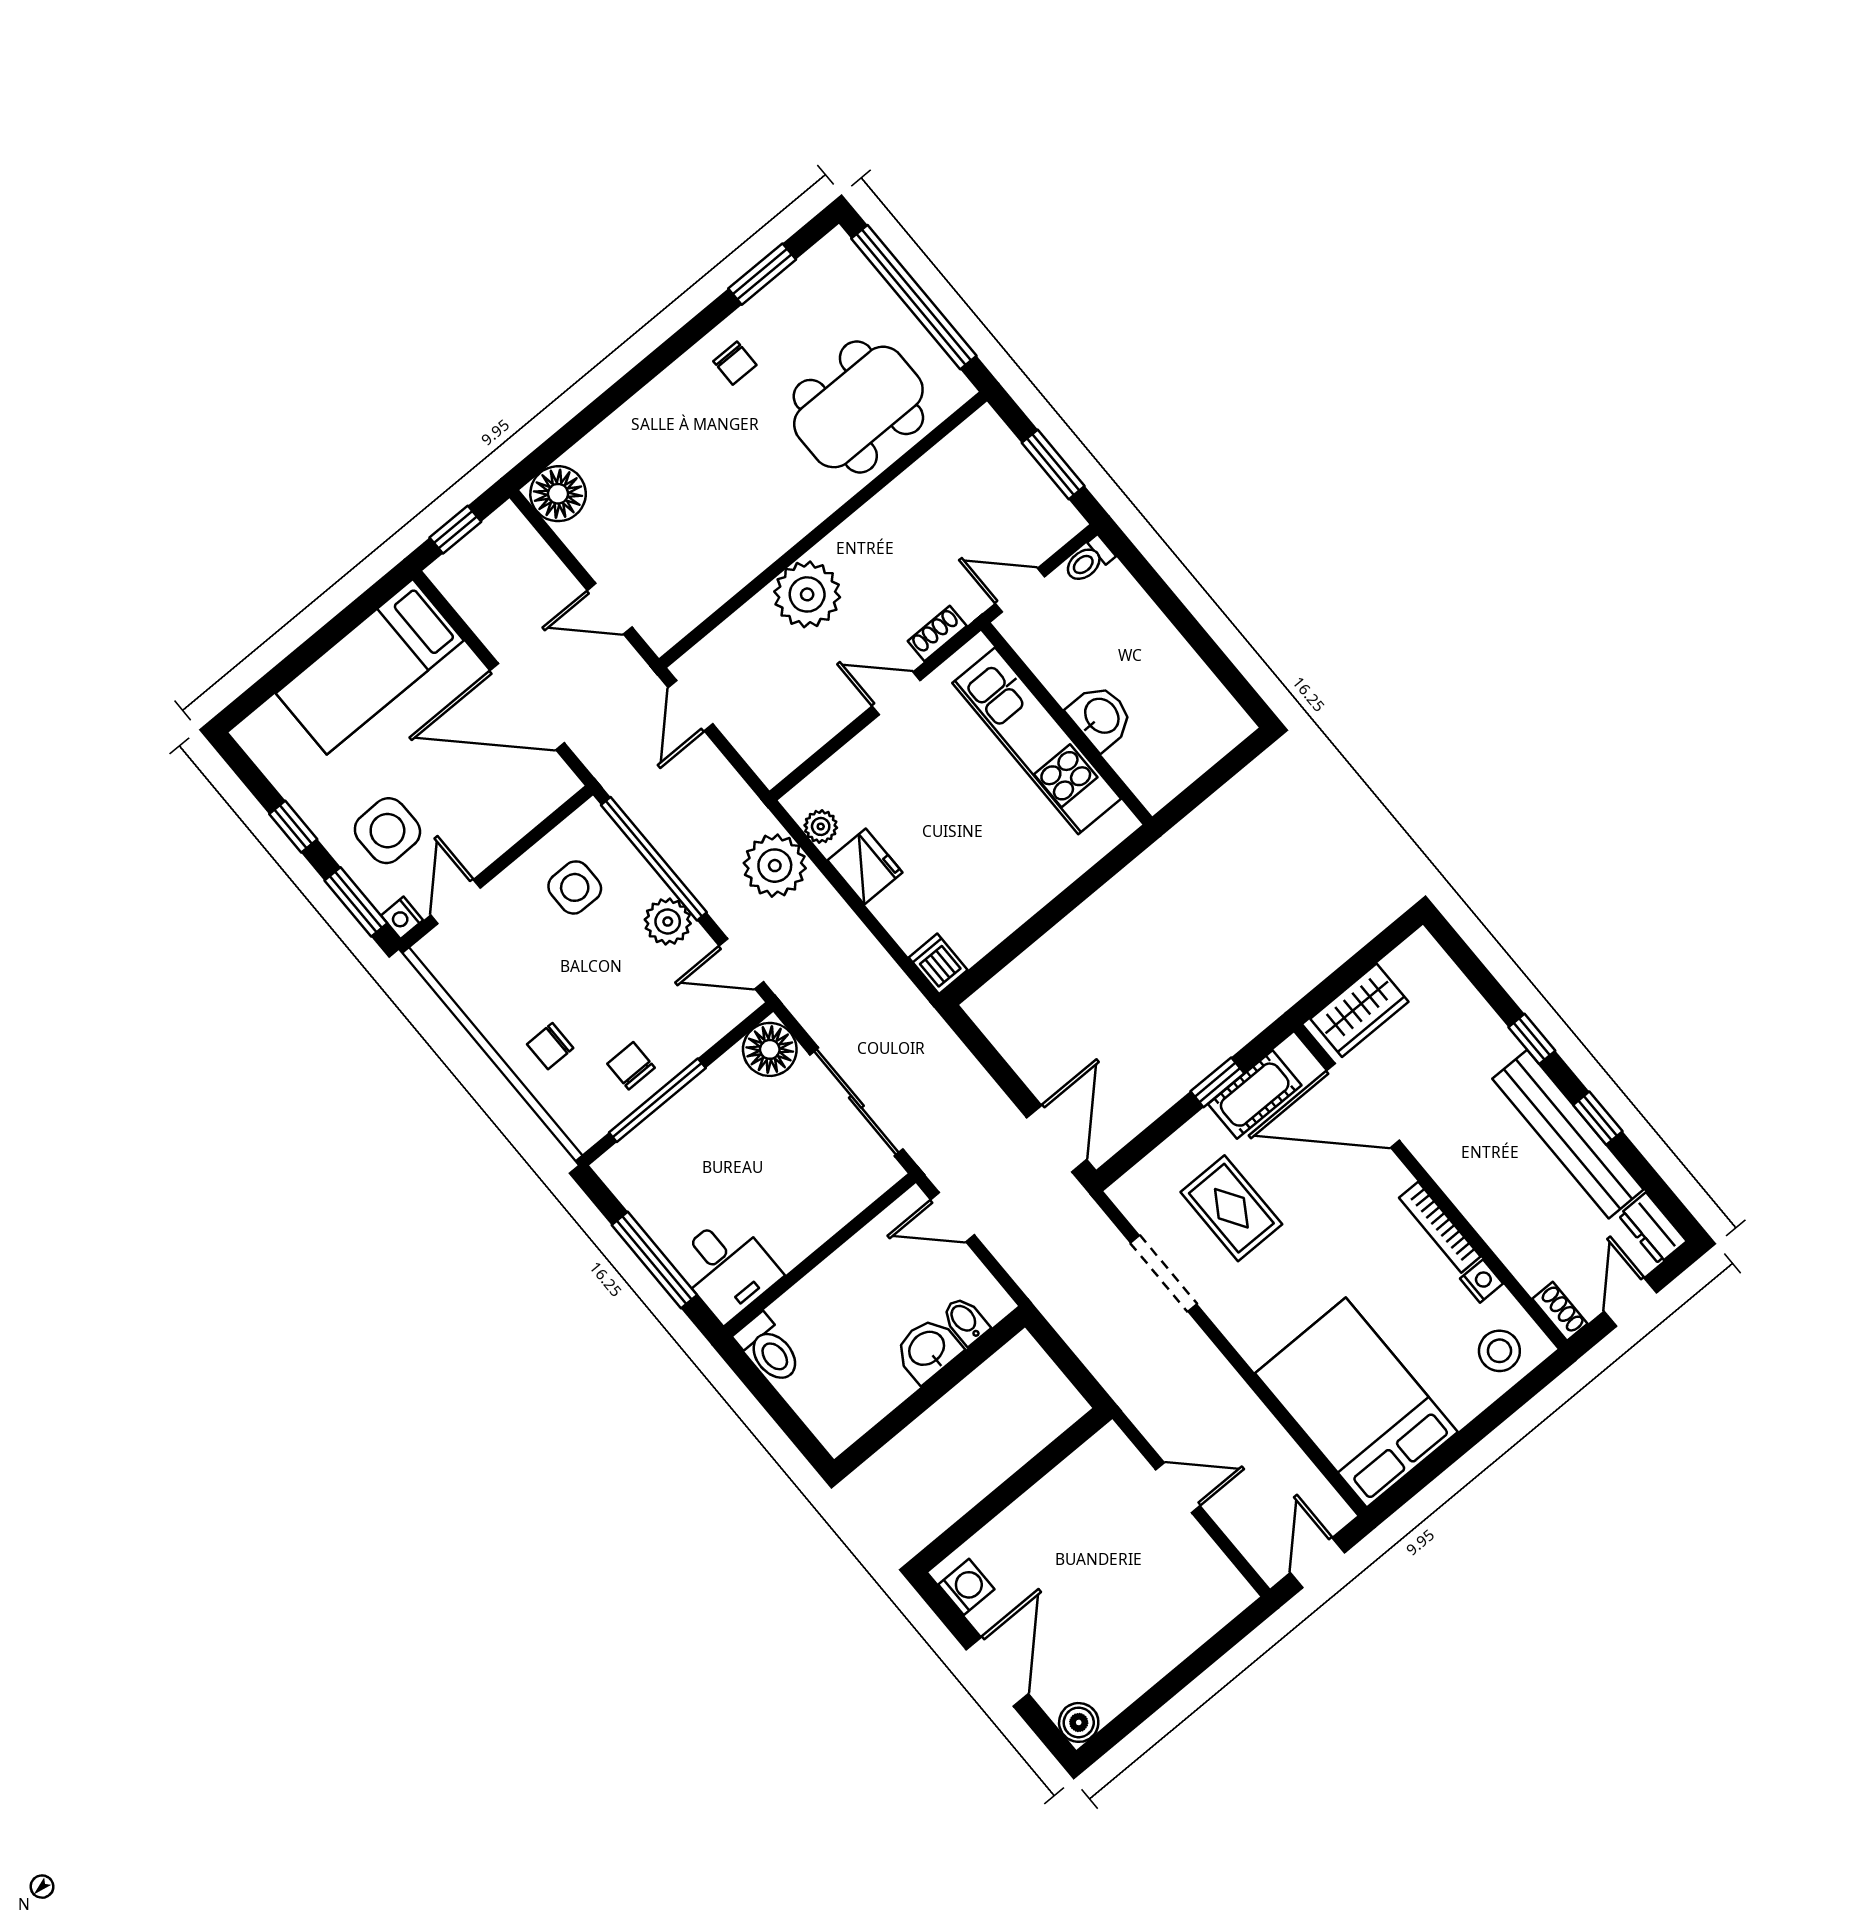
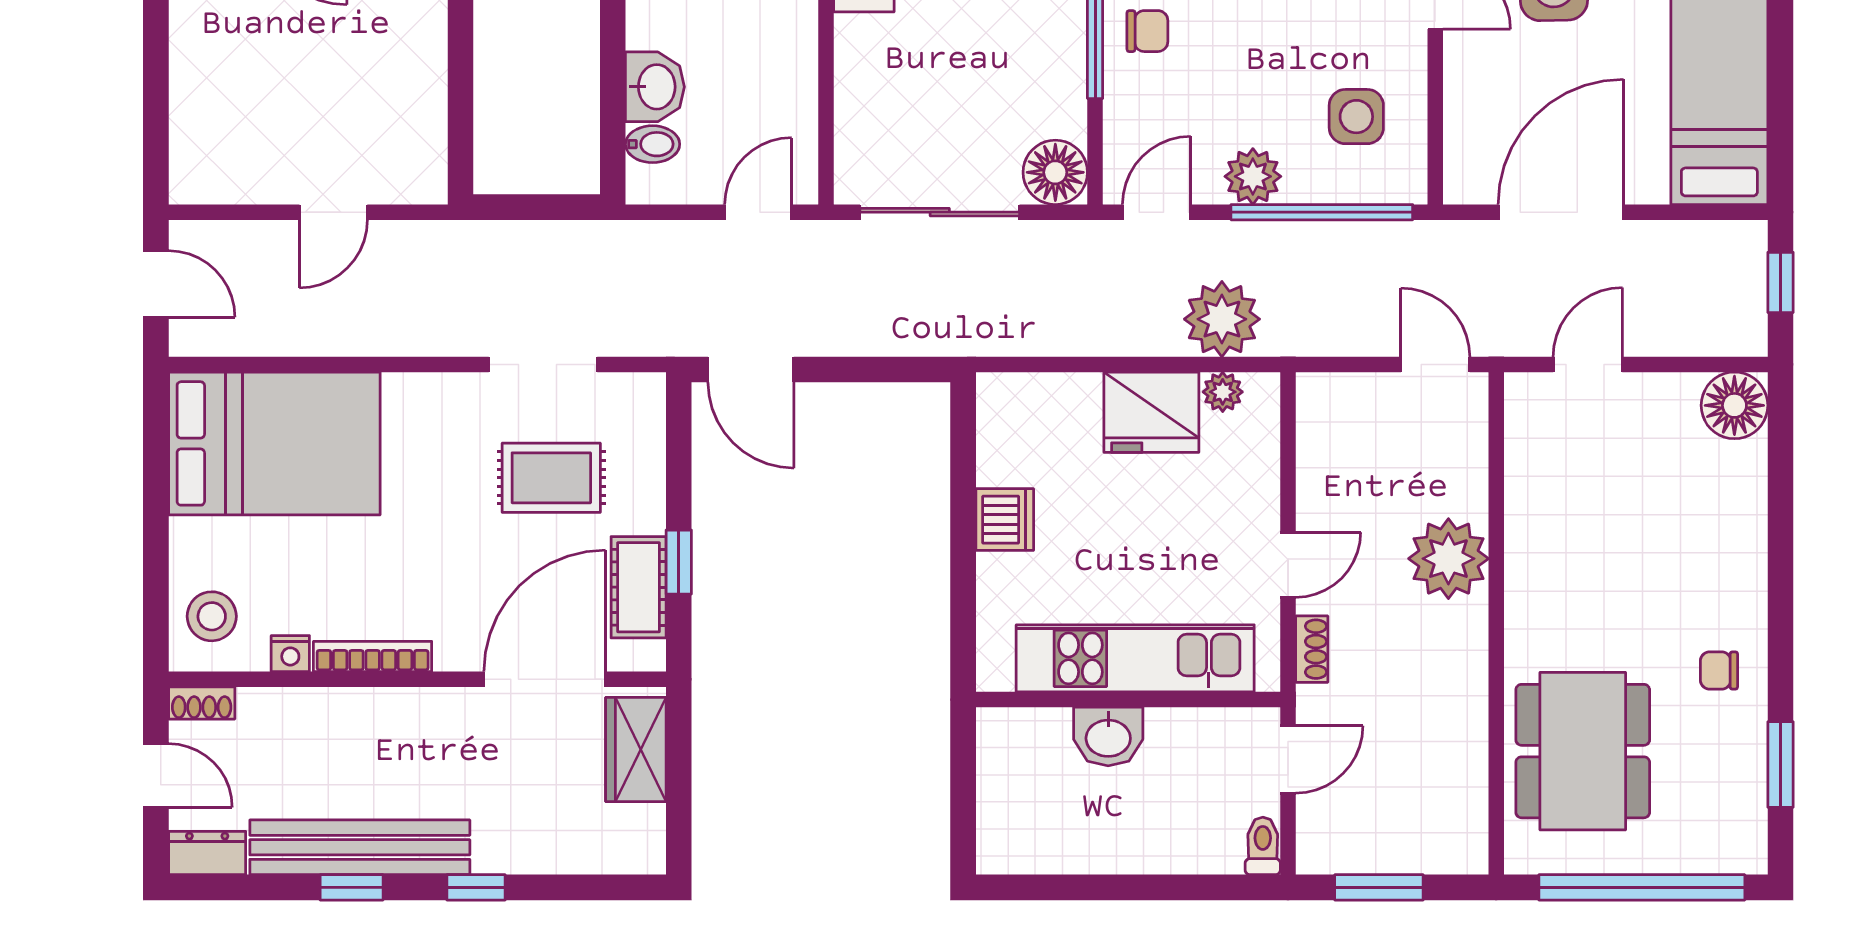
fridge: (865, 866) -> (1151, 412), width x1.36, depth x1.34
dishwasher: (938, 964) -> (1005, 520), moved, width x1.38

